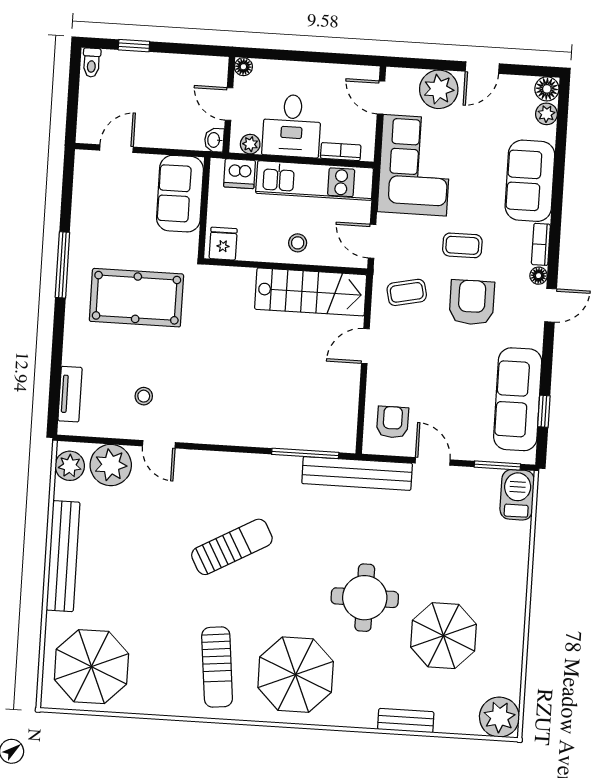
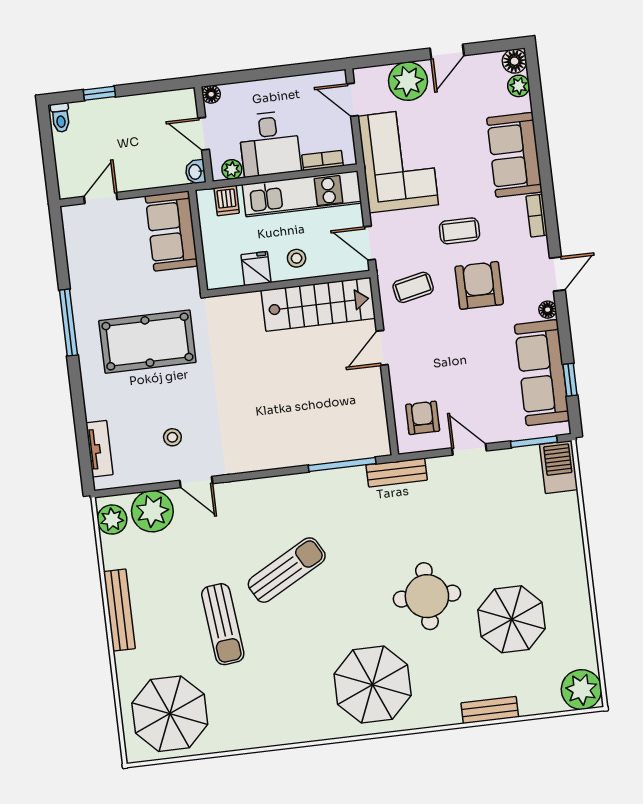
dishwasher: (240, 174) -> (227, 200), width x0.73
fridge: (223, 244) -> (256, 269), moved
floor lamp: (539, 276) -> (548, 310), moved
bench: (357, 473) -> (397, 473), width x0.54, depth x0.82
bench: (63, 556) -> (119, 610), width x0.73, depth x0.82
sun lounger: (217, 667) -> (223, 624), moved

